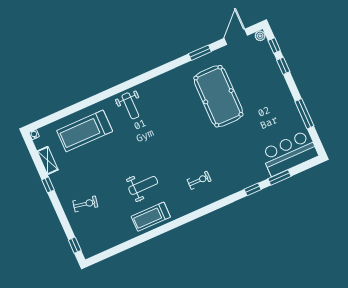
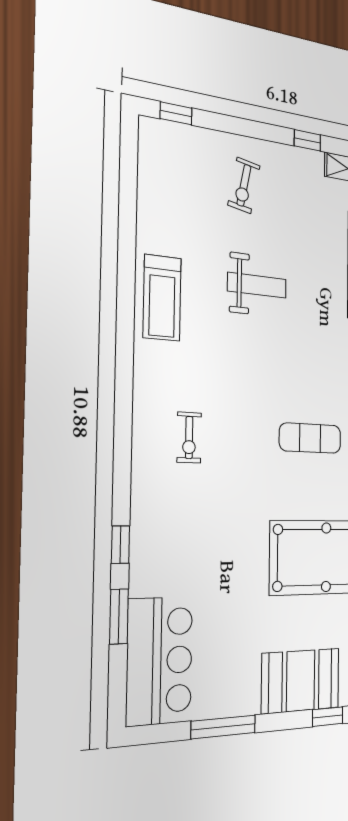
booth: (274, 86) -> (301, 681), added
exercise mat: (173, 126) -> (310, 438), added
weight bench: (143, 185) -> (257, 285), moved, turned -90
treadmill: (151, 217) -> (162, 298), turned 180

